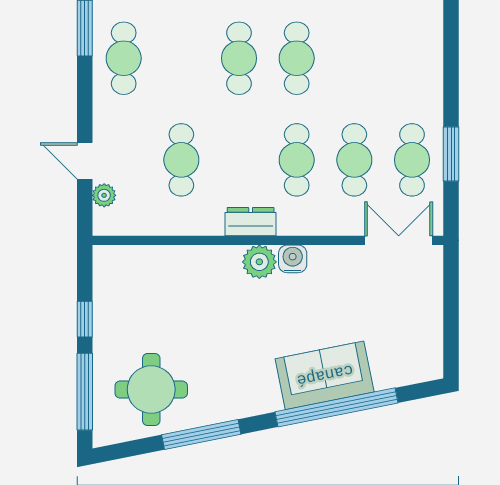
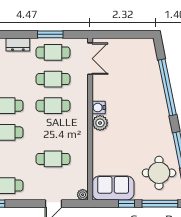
plant: (104, 195) -> (83, 195), moved
dresser: (251, 222) -> (18, 45), moved, turned -90
double door: (399, 240) -> (90, 59), swing flipped
sofa: (325, 375) -> (113, 188), moved, turned 101

